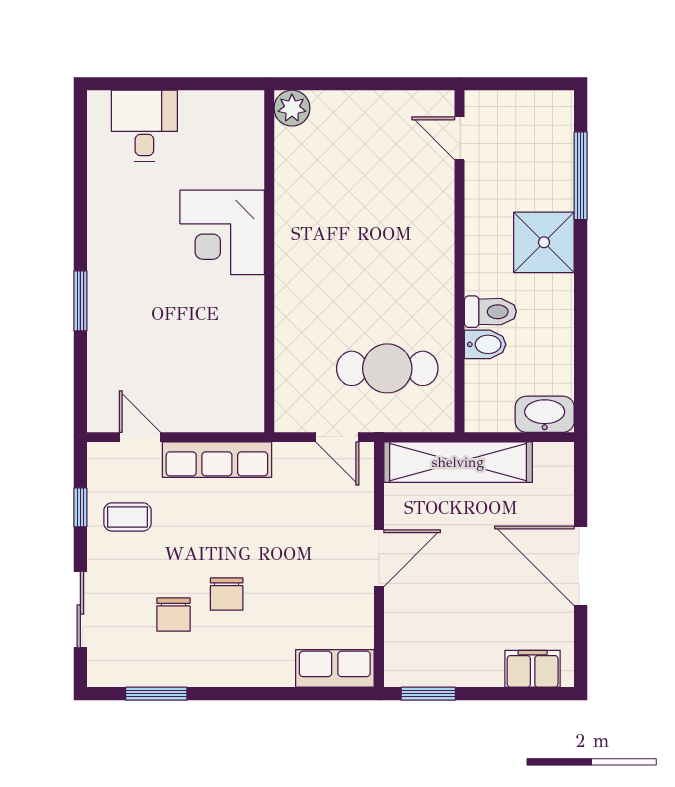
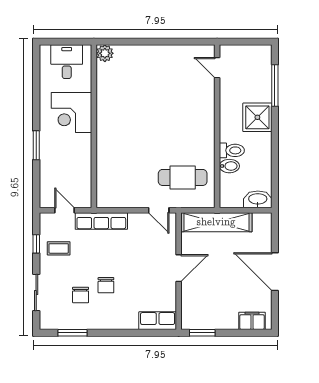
plant: (292, 108) -> (105, 53), moved
corner desk: (222, 232) -> (71, 113), moved
wall: (269, 261) -> (94, 126), moved

